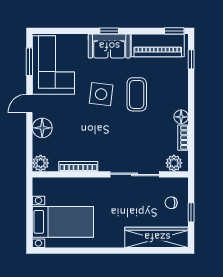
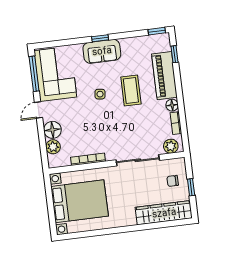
piano: (158, 45) -> (164, 76), moved, turned 90
window: (29, 62) -> (34, 74), width x1.44
side table: (101, 94) -> (100, 94), width x0.54, depth x0.54
plant: (41, 163) -> (53, 147), moved
bed with nightstands: (63, 222) -> (80, 201), width x1.36

